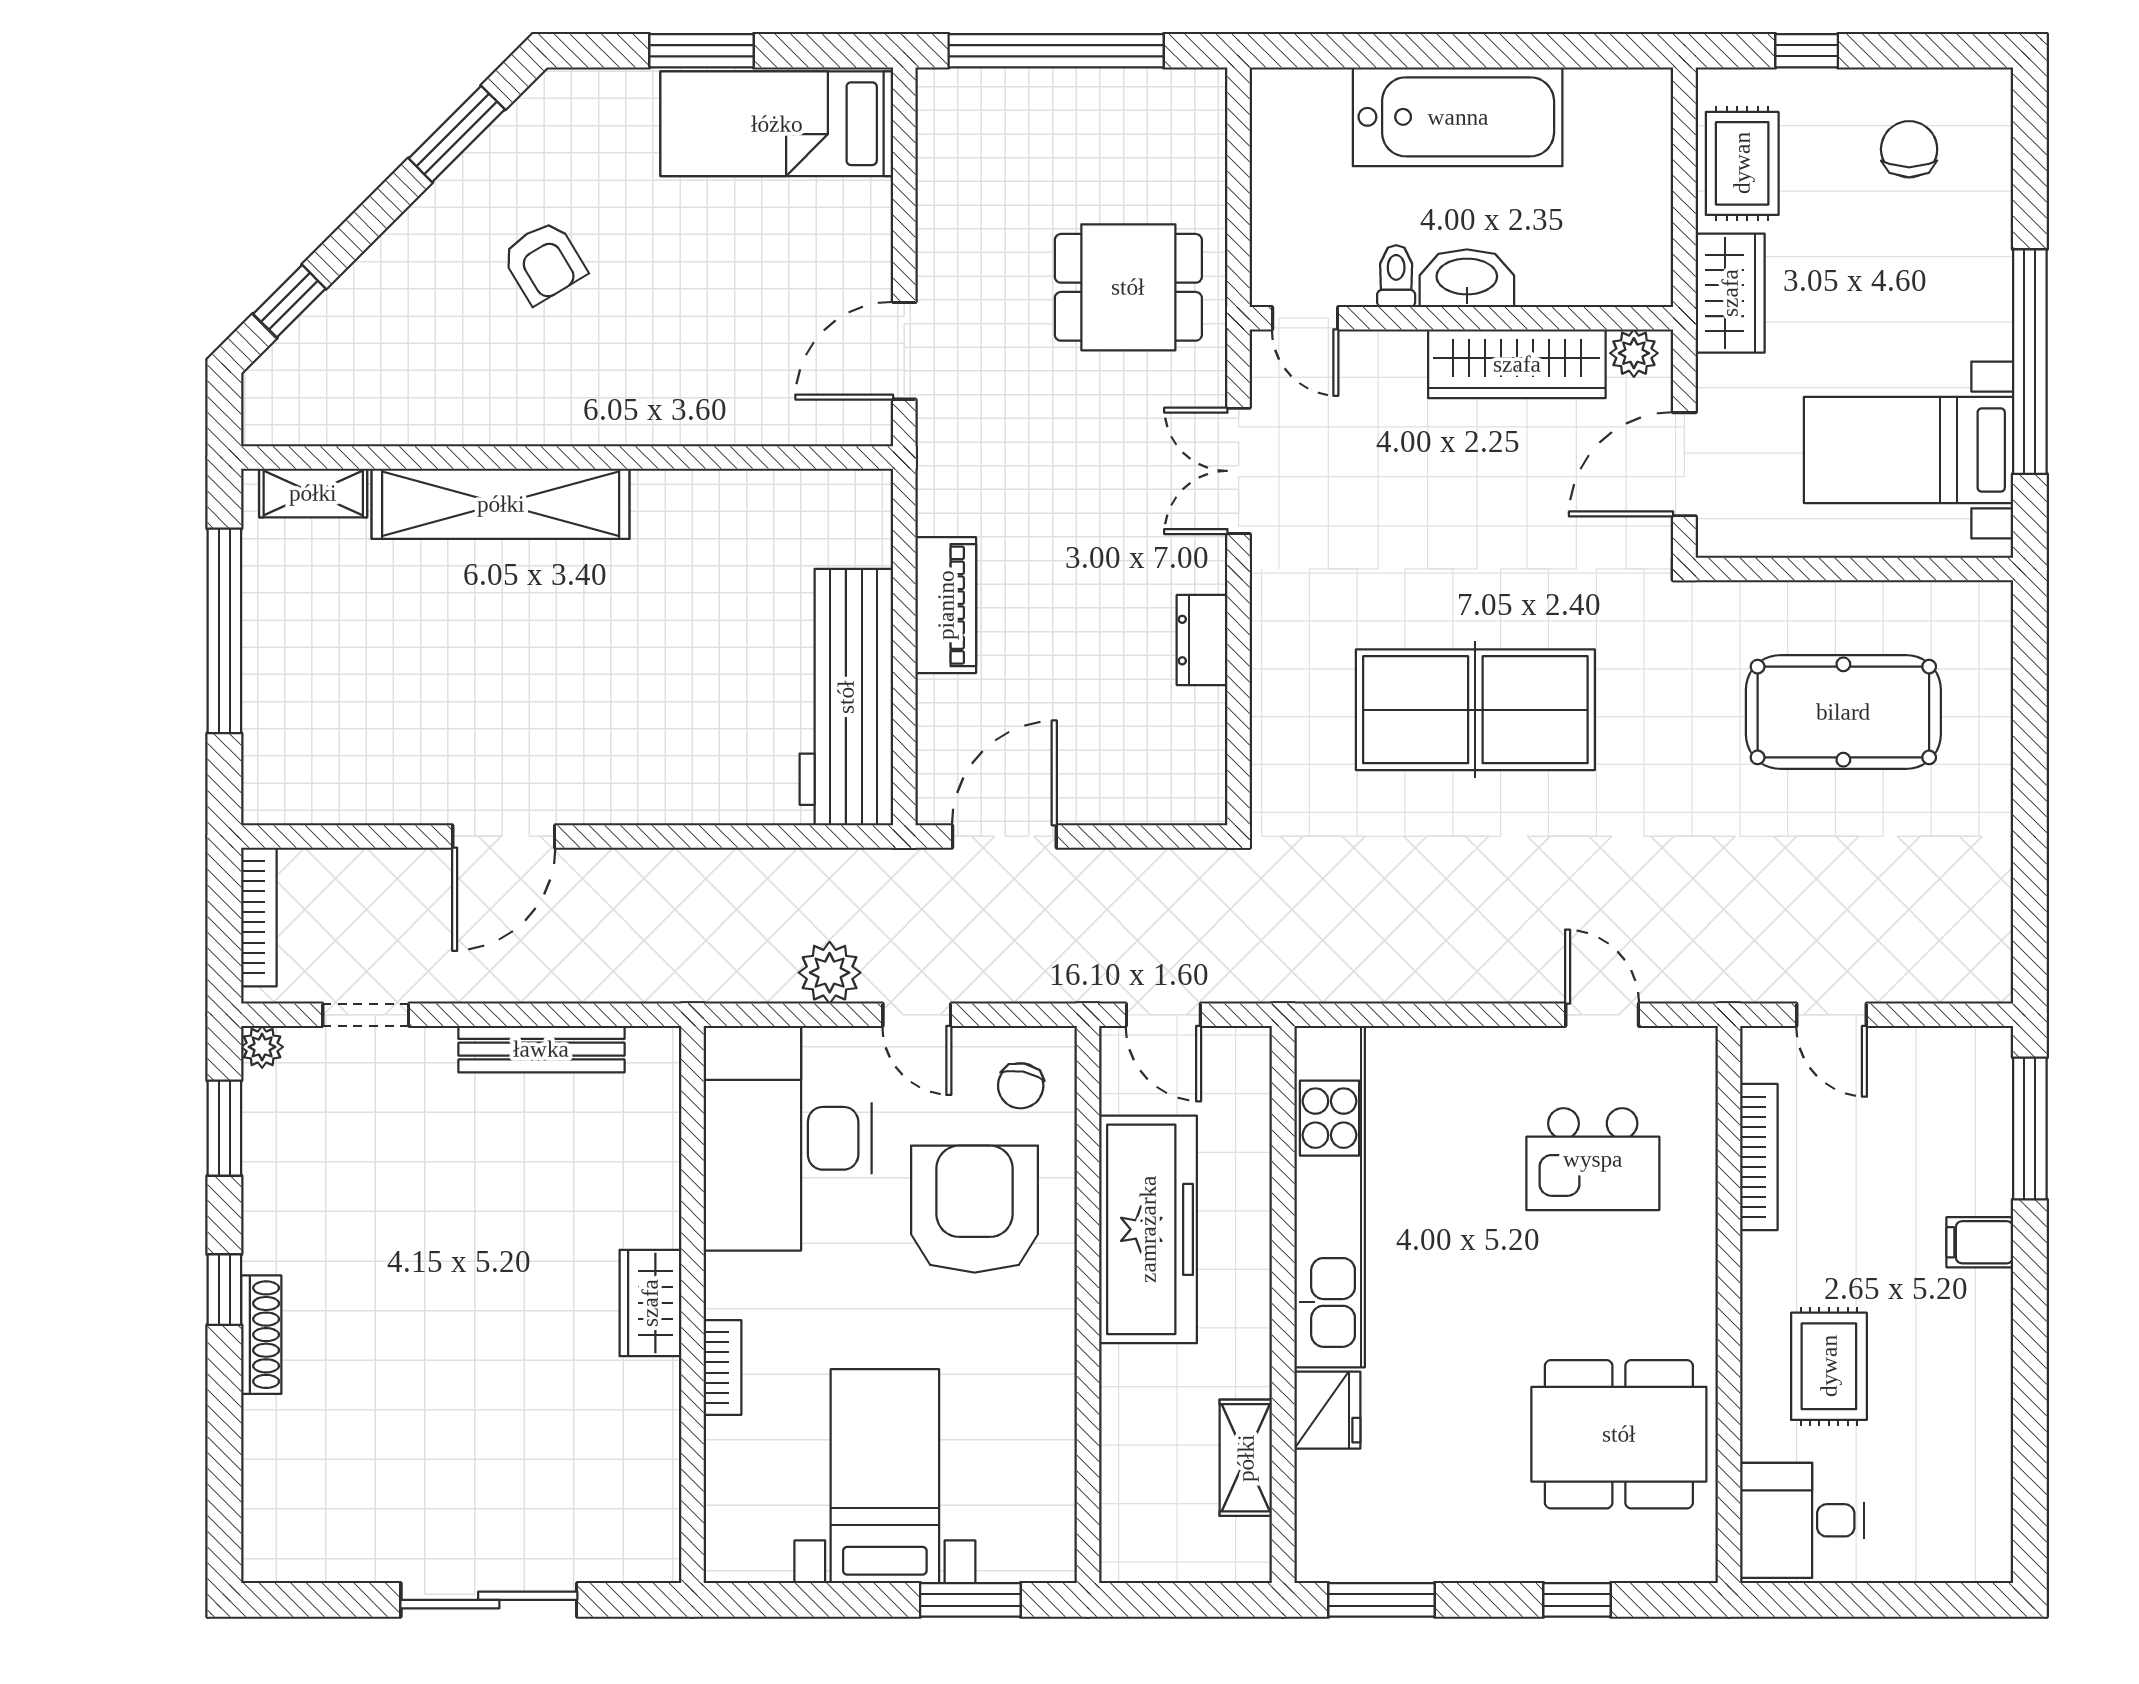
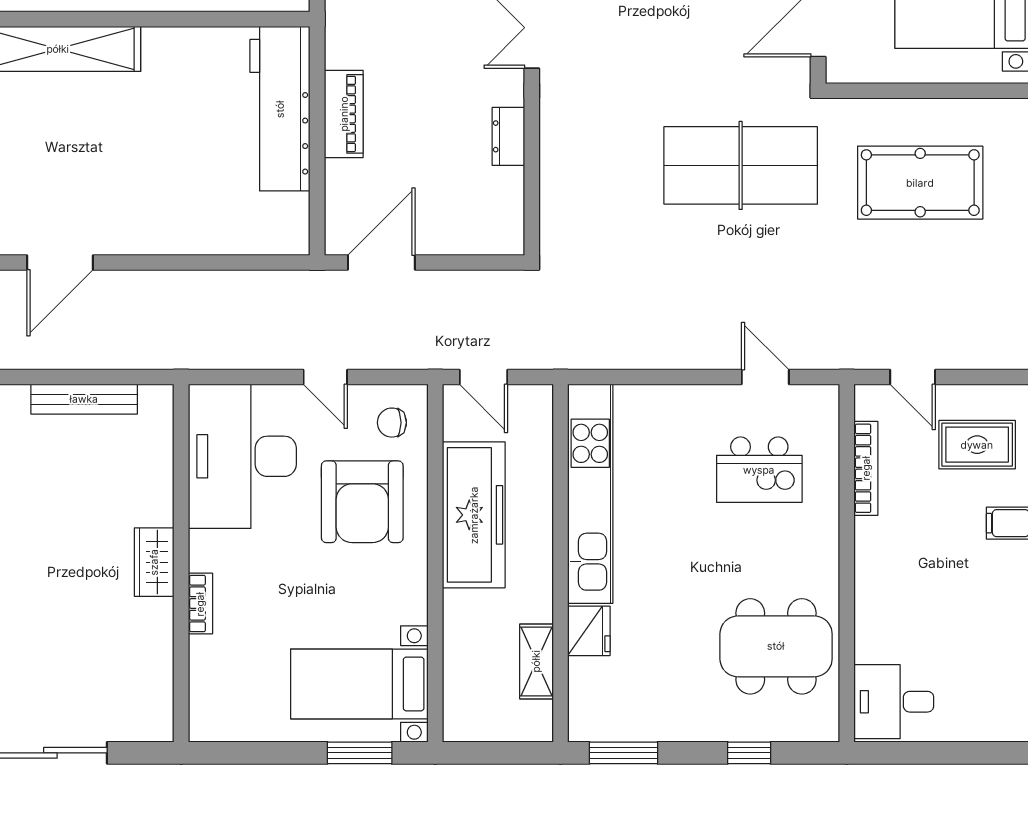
workbench: (846, 697) -> (280, 109), moved
table tennis table: (1475, 710) -> (741, 165), moved
plant: (830, 973) -> (269, 350), removed
chair: (1021, 1086) -> (392, 423), turned 79
armchair: (975, 1209) -> (362, 502), turned 180
rug: (1829, 1366) -> (977, 445), moved, turned 90
bed with nightstands: (885, 1476) -> (359, 684), moved, turned -90

